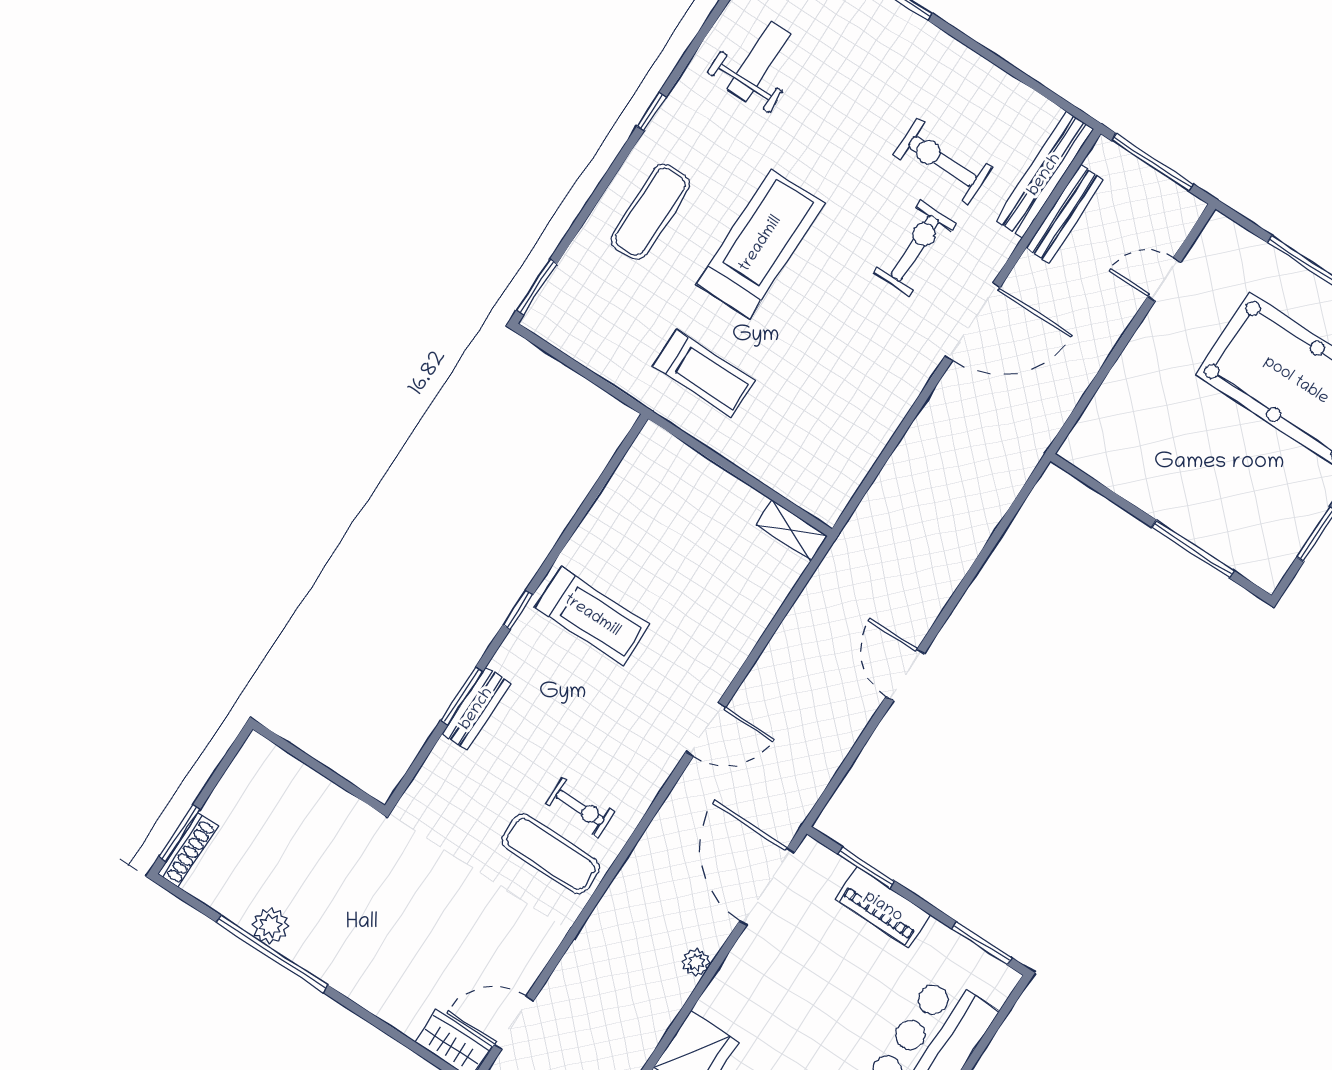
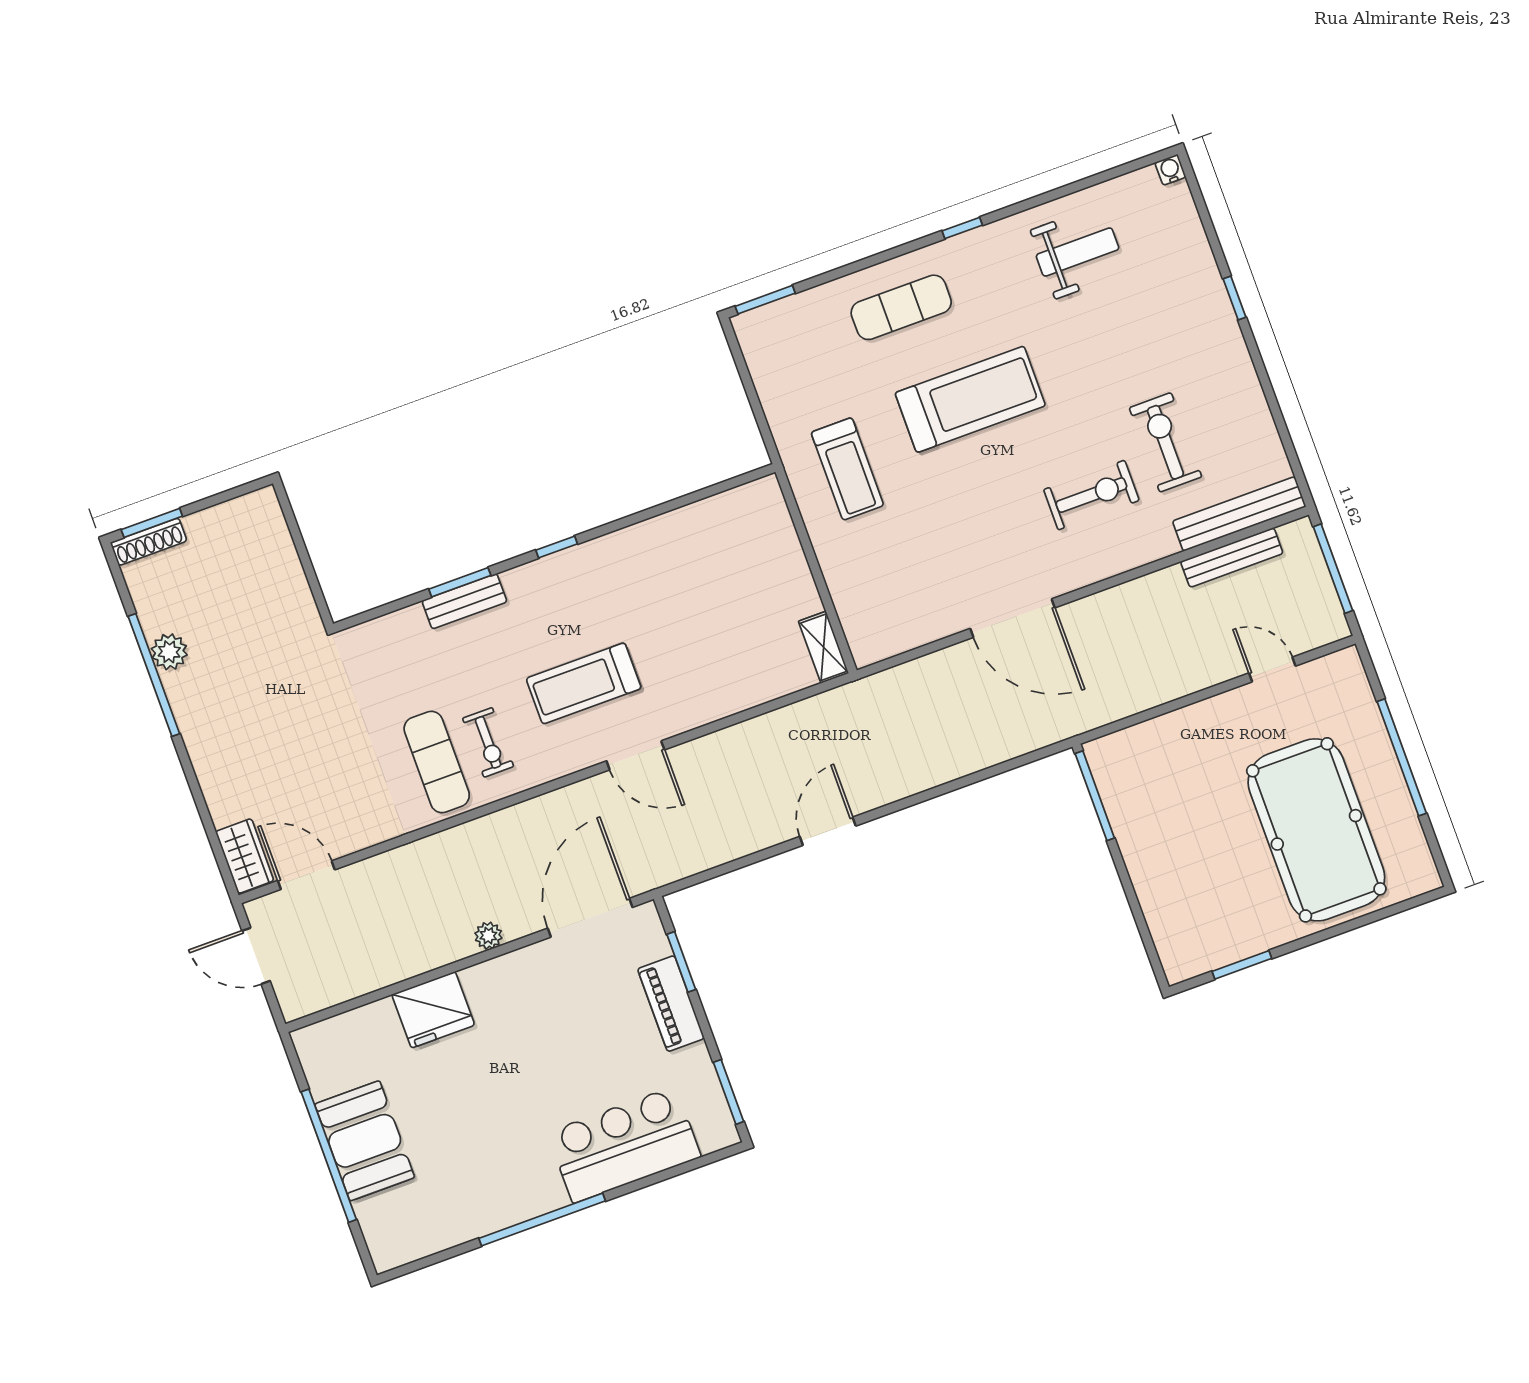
door: (973, 322) -> (1013, 618), moved
window: (1193, 549) -> (1095, 796), moved
treadmill: (592, 616) -> (584, 683), moved, turned 90

